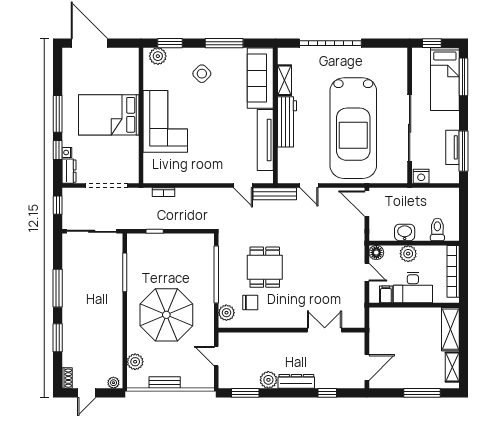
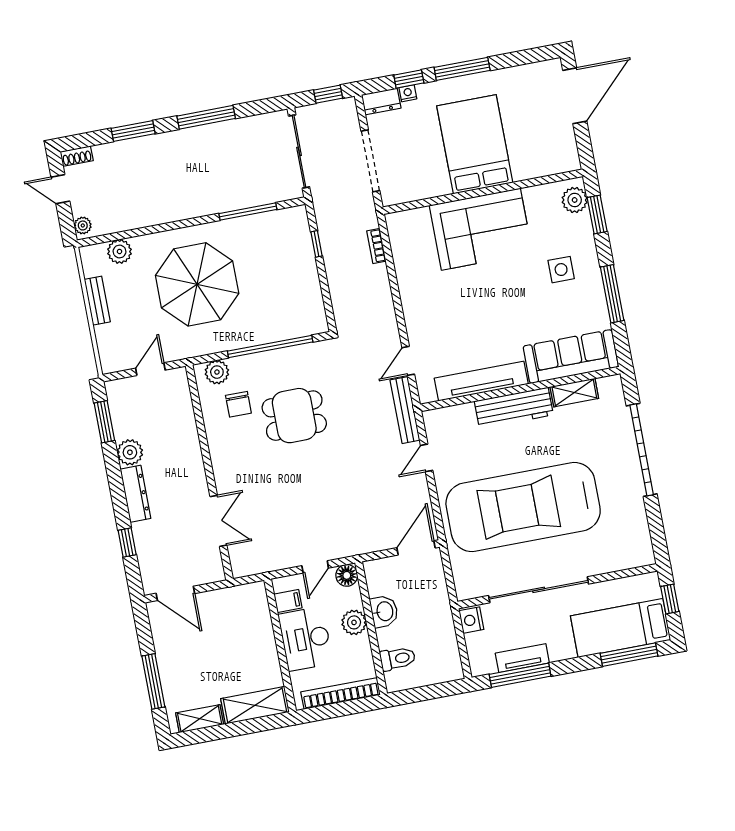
side table: (202, 74) -> (561, 270), turned 45

